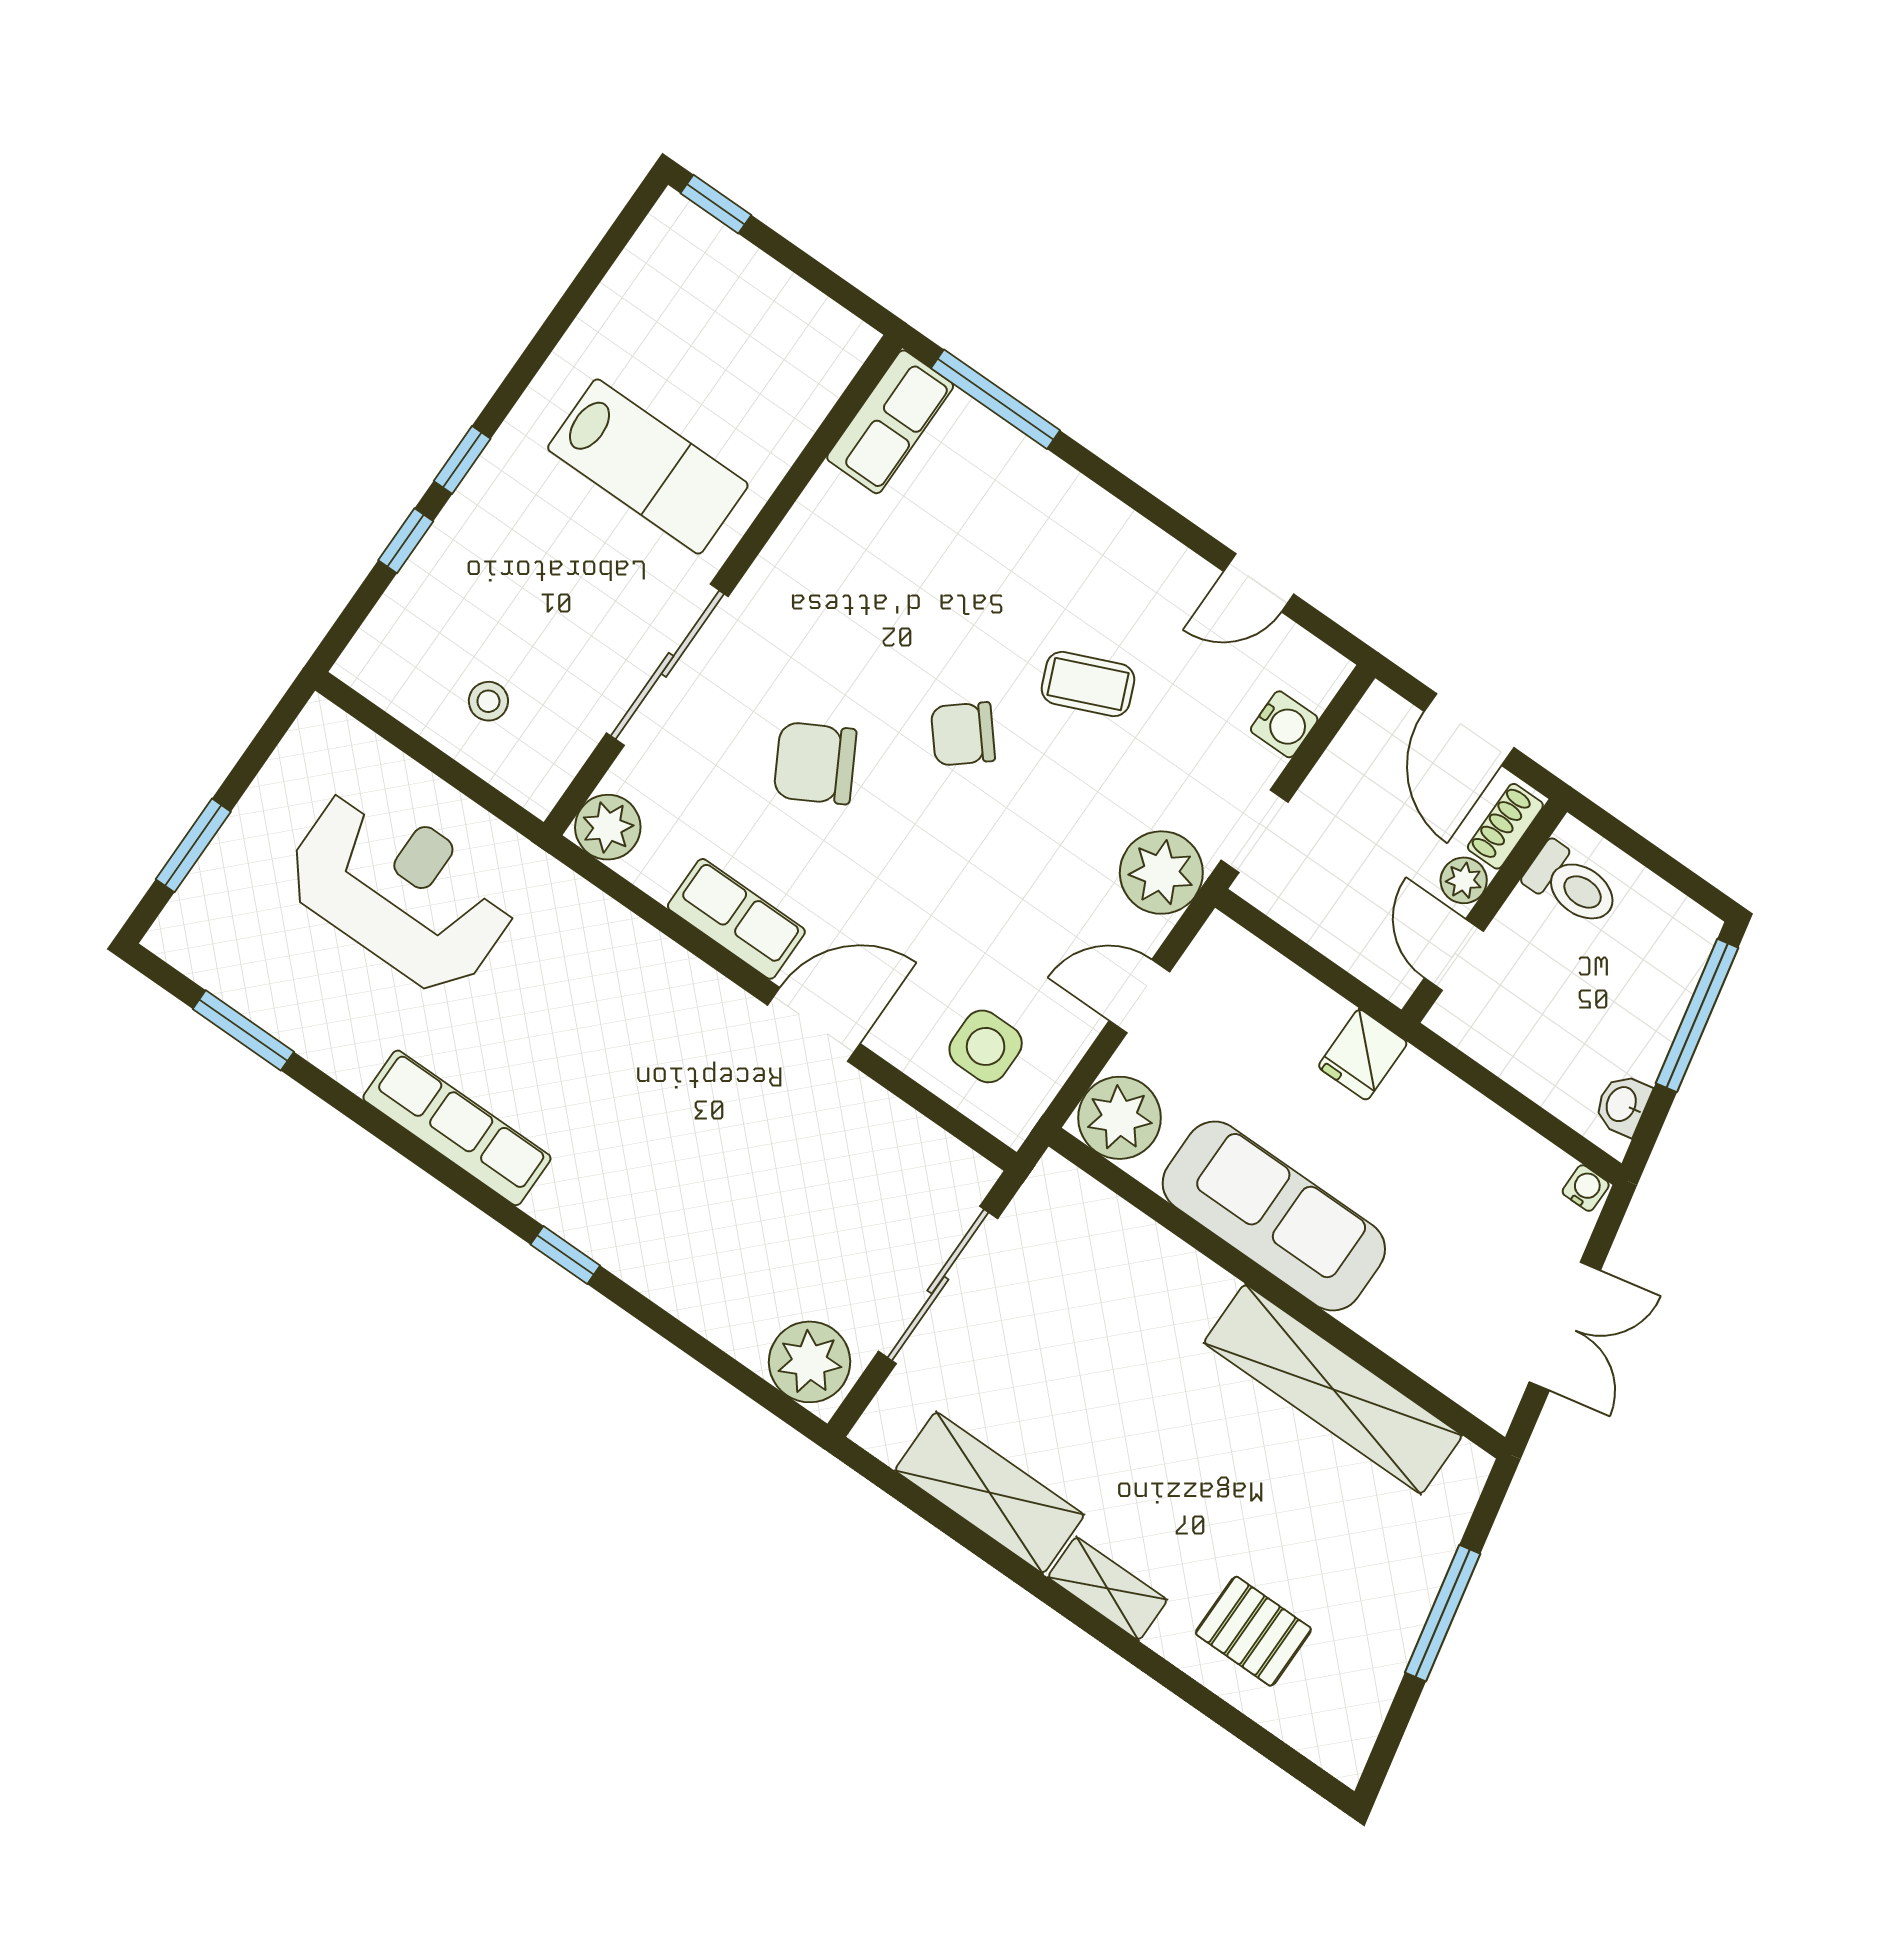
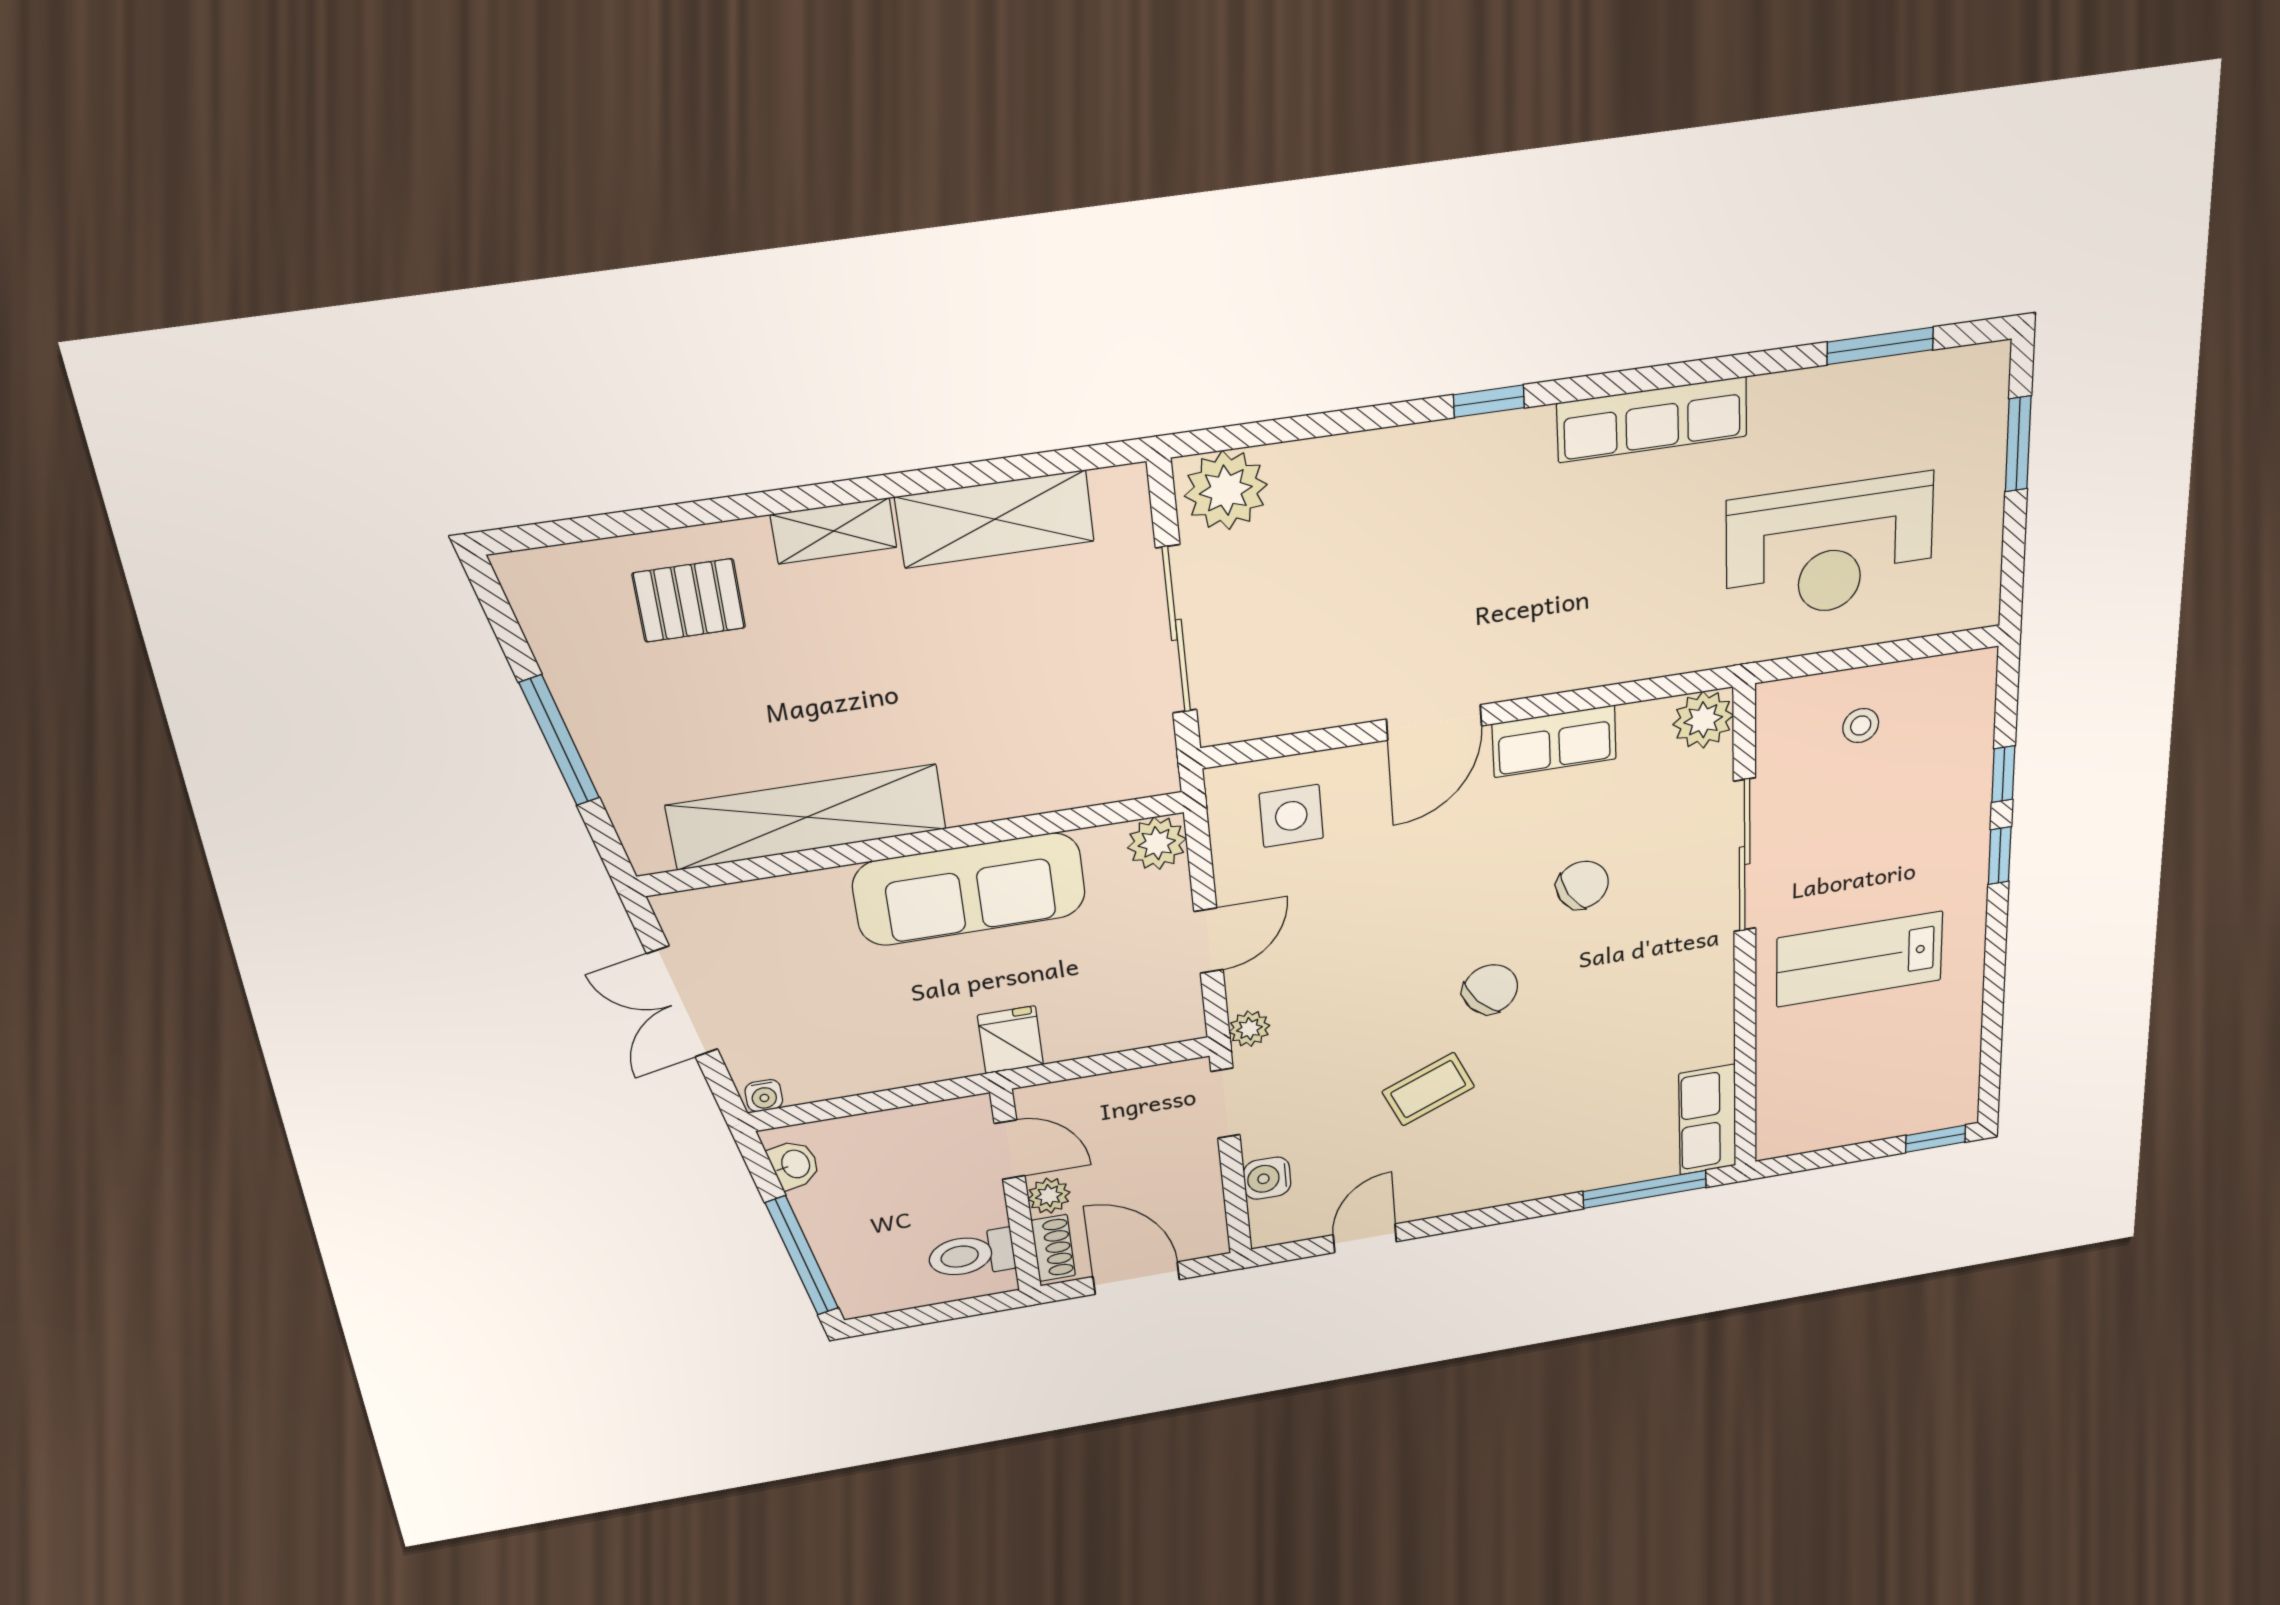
chair: (815, 763) -> (1582, 885), width x0.73, depth x0.73
plant: (1161, 873) -> (1249, 1029), width x0.53, depth x0.53
plant: (1120, 1118) -> (1157, 843), width x0.73, depth x0.73

